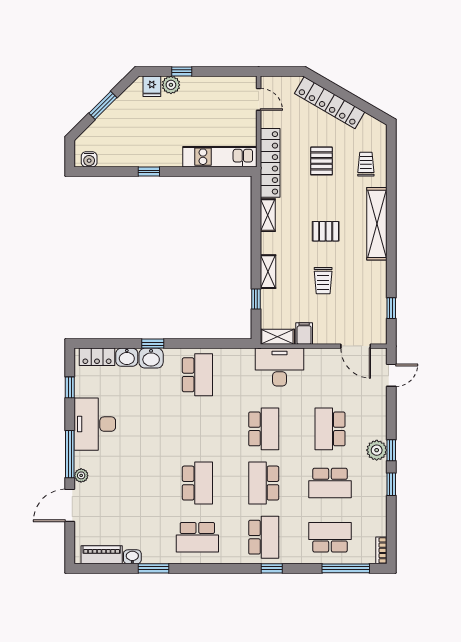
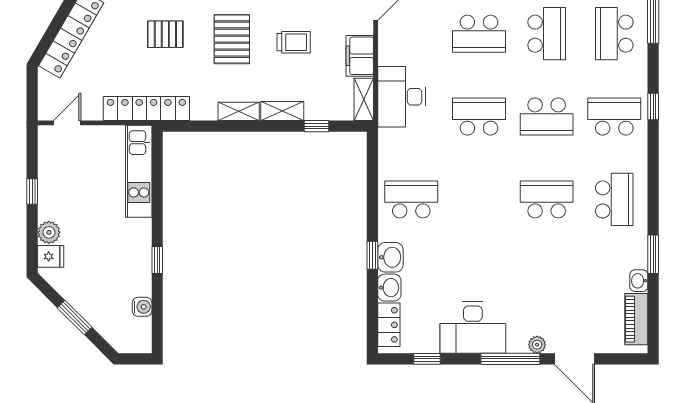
window: (182, 71) -> (32, 191), moved
water cooler: (89, 159) -> (142, 307), moved
pallet: (321, 161) -> (165, 34), moved
shelving: (268, 215) -> (239, 111), moved
pallet: (326, 231) -> (232, 39), width x1.50, depth x1.42
filing cabinet: (304, 334) -> (360, 56), width x2.00

